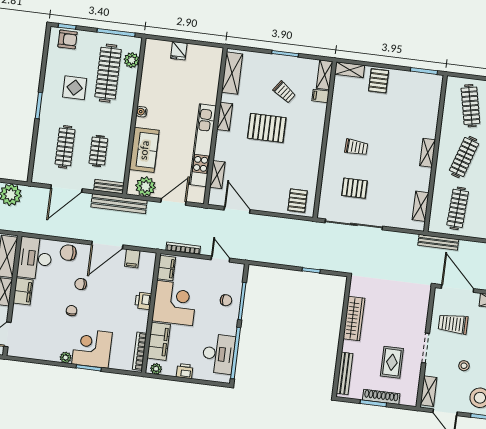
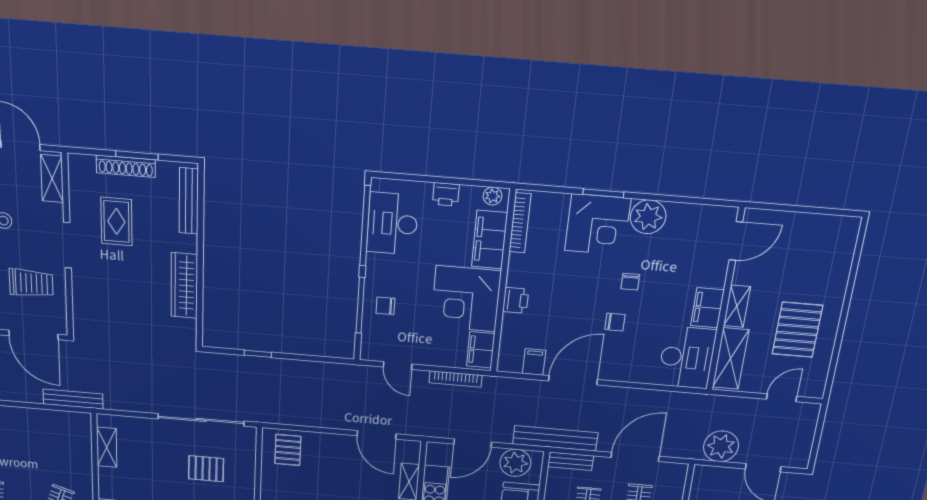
clothes rail: (458, 208) -> (53, 446), removed
chair: (68, 253) -> (634, 367), removed
plant: (66, 357) -> (648, 217), width x1.88, depth x1.88

